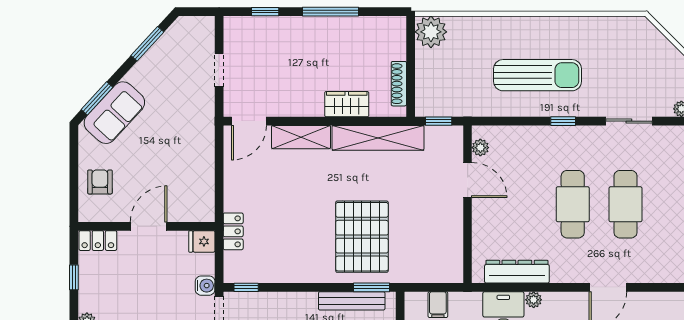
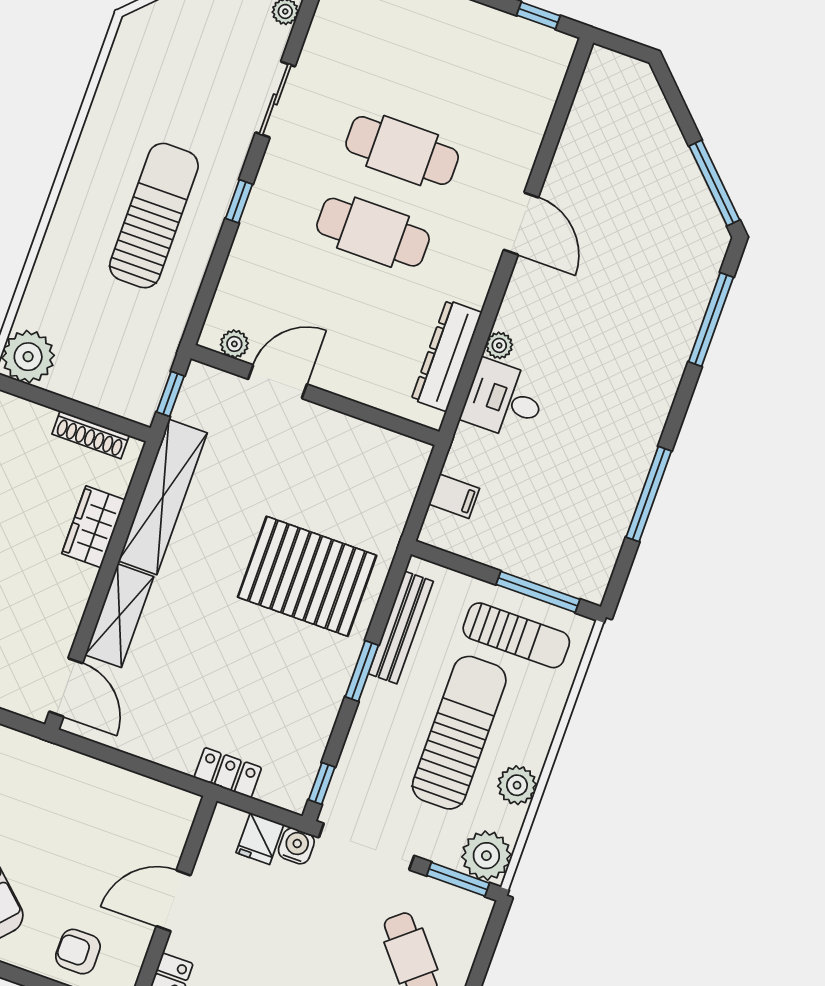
door: (149, 226) -> (174, 901), hinge flipped
fridge: (202, 241) -> (260, 839), moved
window: (371, 287) -> (362, 671), moved

